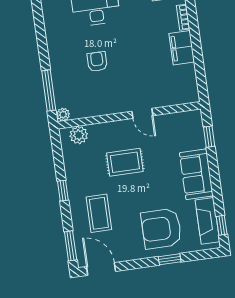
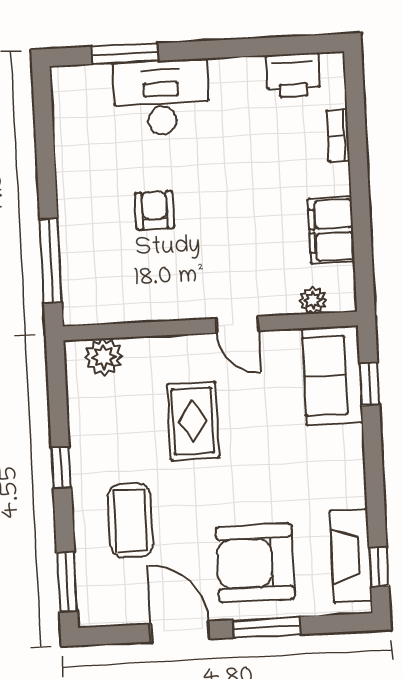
filing cabinet: (182, 48) -> (331, 230), moved
plant: (63, 115) -> (313, 300), moved
rug: (125, 162) -> (193, 421), turned 90
sofa: (196, 174) -> (332, 376), moved
window: (170, 259) -> (266, 627), width x1.50
door: (101, 269) -> (180, 632), moved

